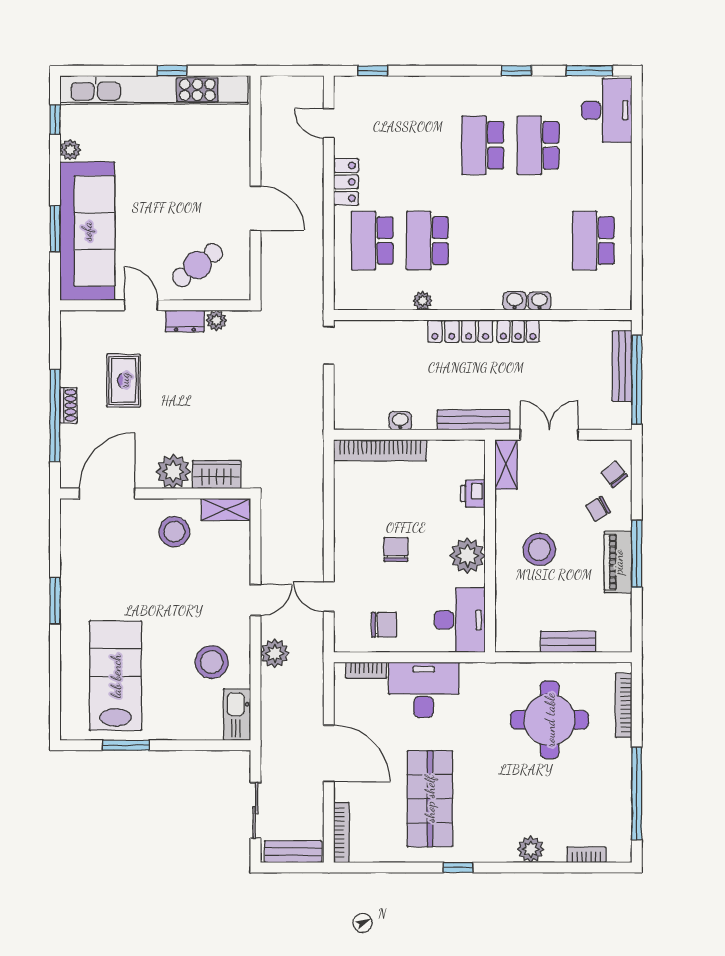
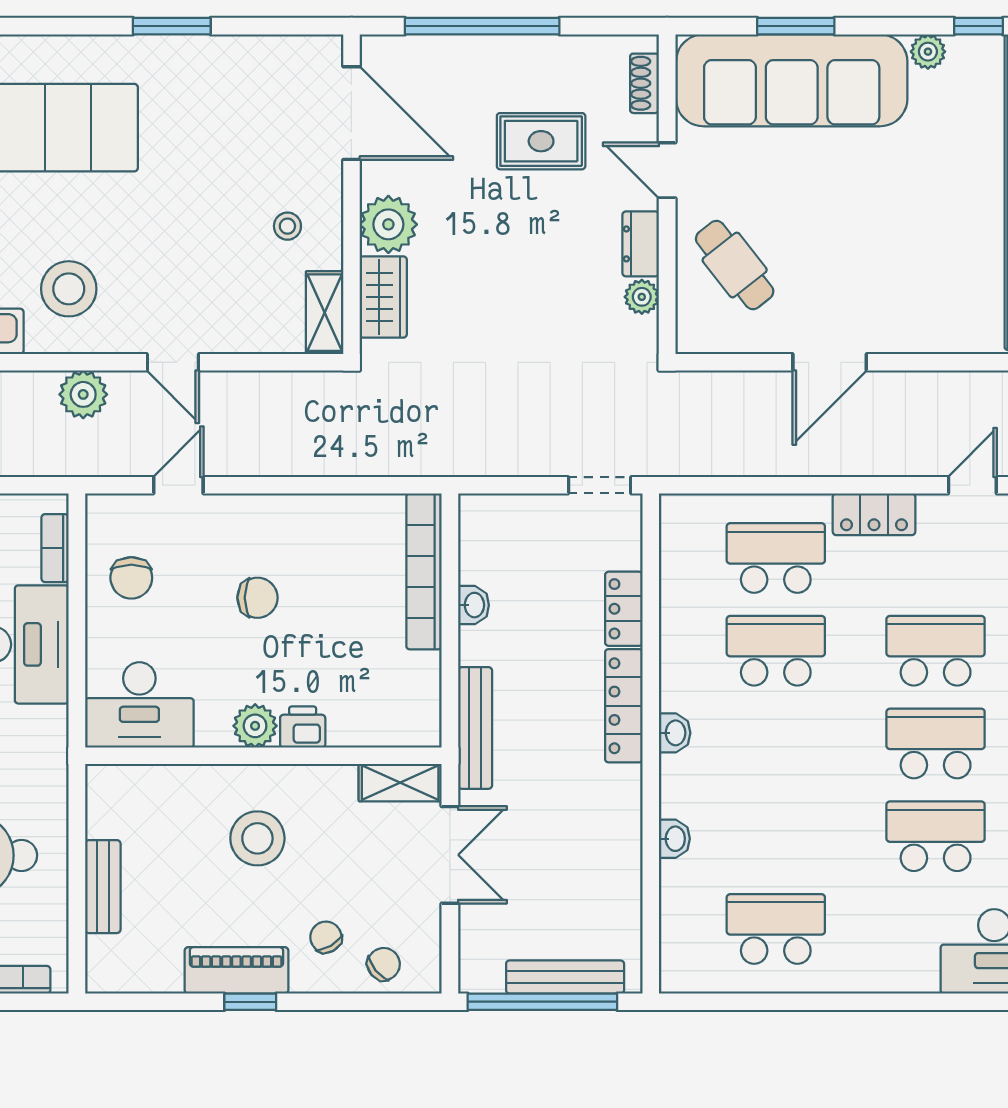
school desk: (427, 145) -> (936, 651), added
plant: (423, 301) -> (675, 643), removed
washbasin: (515, 301) -> (675, 733), moved
door: (141, 305) -> (667, 170), swing flipped
locker: (518, 331) -> (624, 609), moved
shoe rack: (69, 405) -> (644, 83), moved, turned 90
printer: (473, 494) -> (303, 727), moved
stool: (174, 532) -> (287, 226), width x0.53, depth x0.53
window: (637, 554) -> (250, 1002), width x0.46
plant: (468, 556) -> (255, 726), width x0.73, depth x0.73

